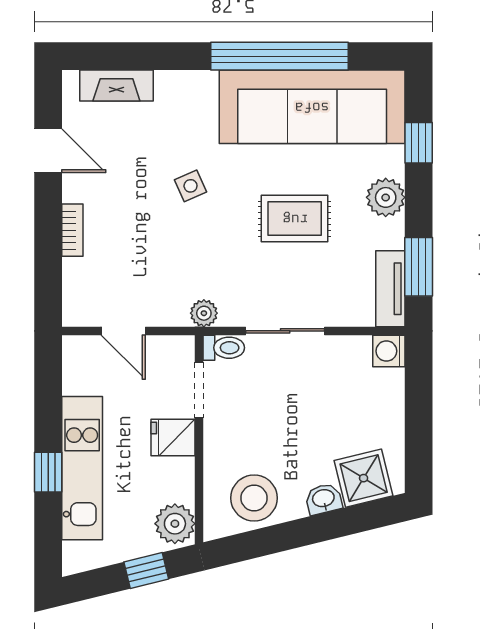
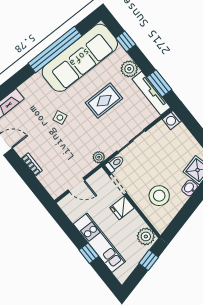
tv unit: (390, 289) -> (151, 93), width x1.41
stool: (254, 498) -> (159, 196), moved

